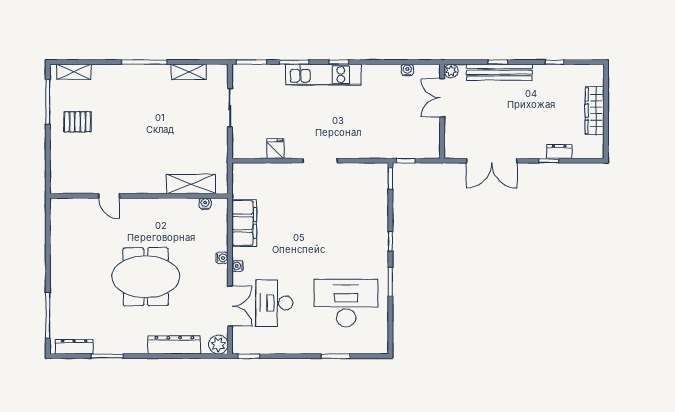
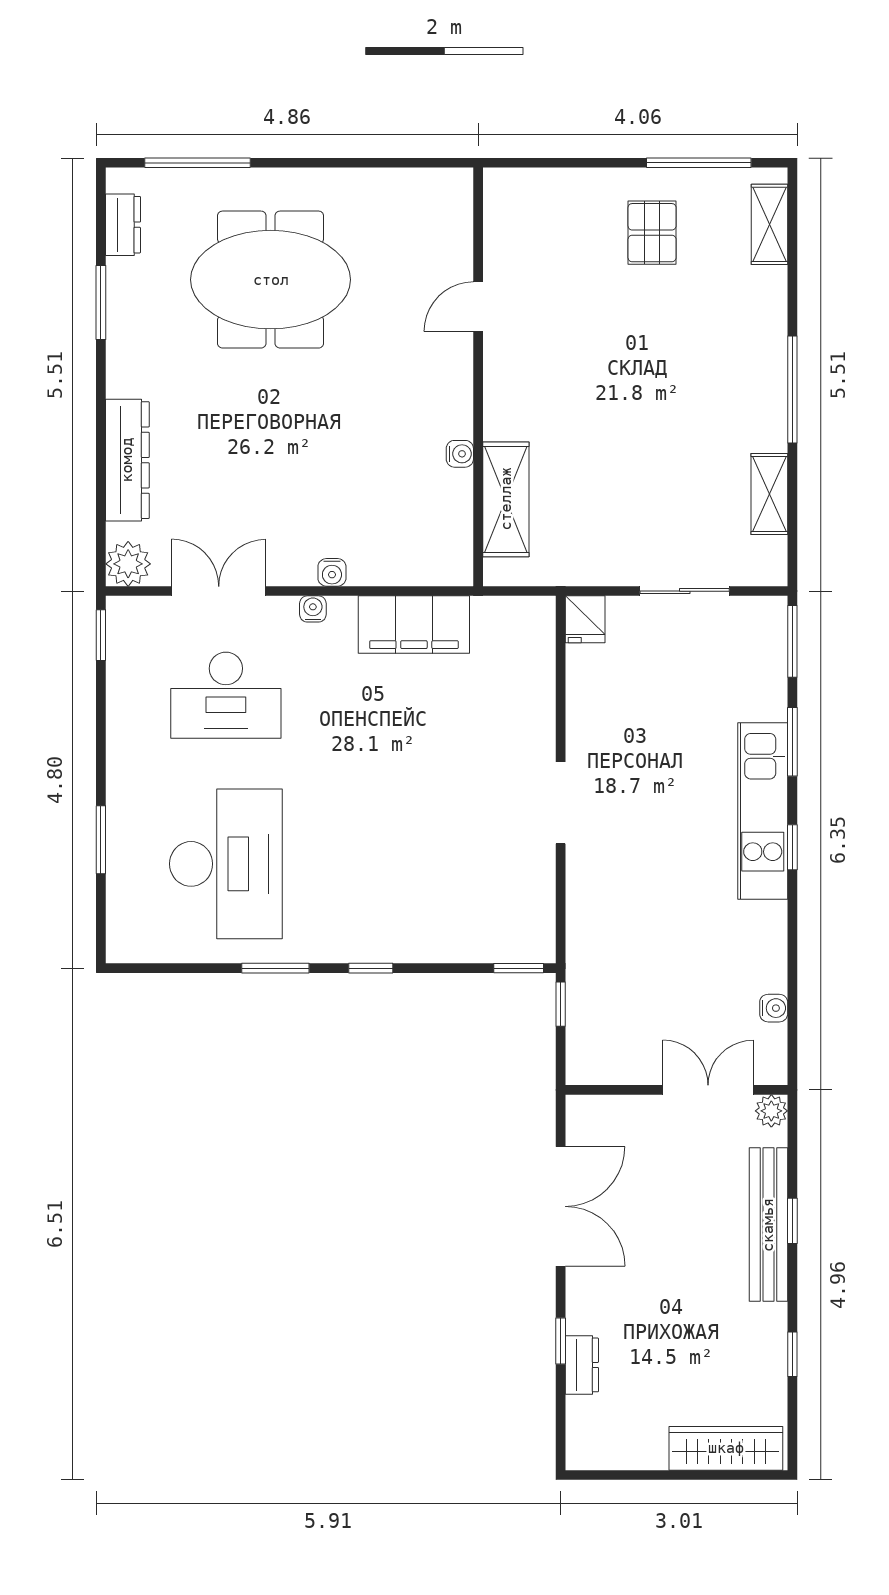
wardrobe: (595, 111) -> (726, 1448), moved
fridge: (275, 149) -> (585, 619), moved, turned 90
double door: (492, 161) -> (561, 1206), swing flipped
water cooler: (205, 203) -> (460, 454), moved
meeting table: (146, 277) -> (271, 280), moved, turned 90
desk: (274, 303) -> (226, 695), turned 180
double door: (230, 306) -> (219, 591), swing flipped
dresser: (74, 347) -> (123, 225), width x0.70

